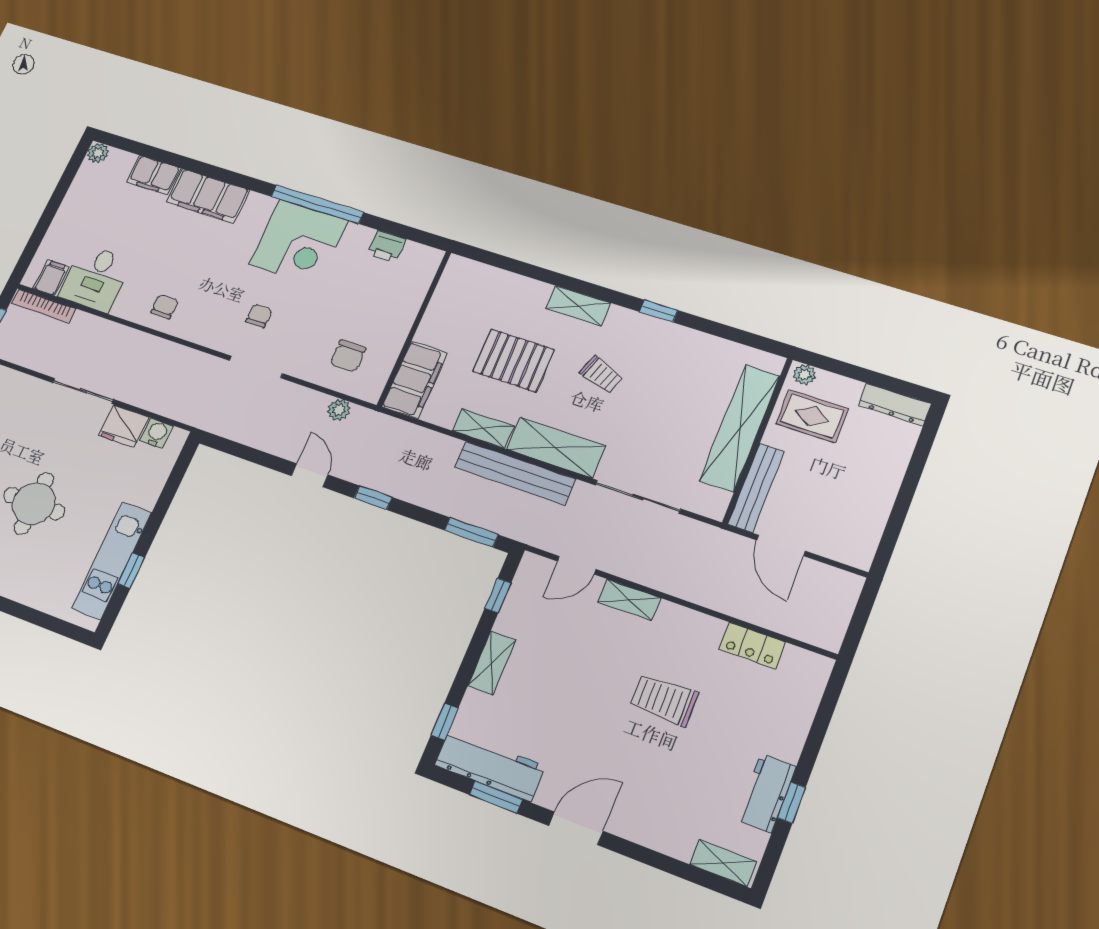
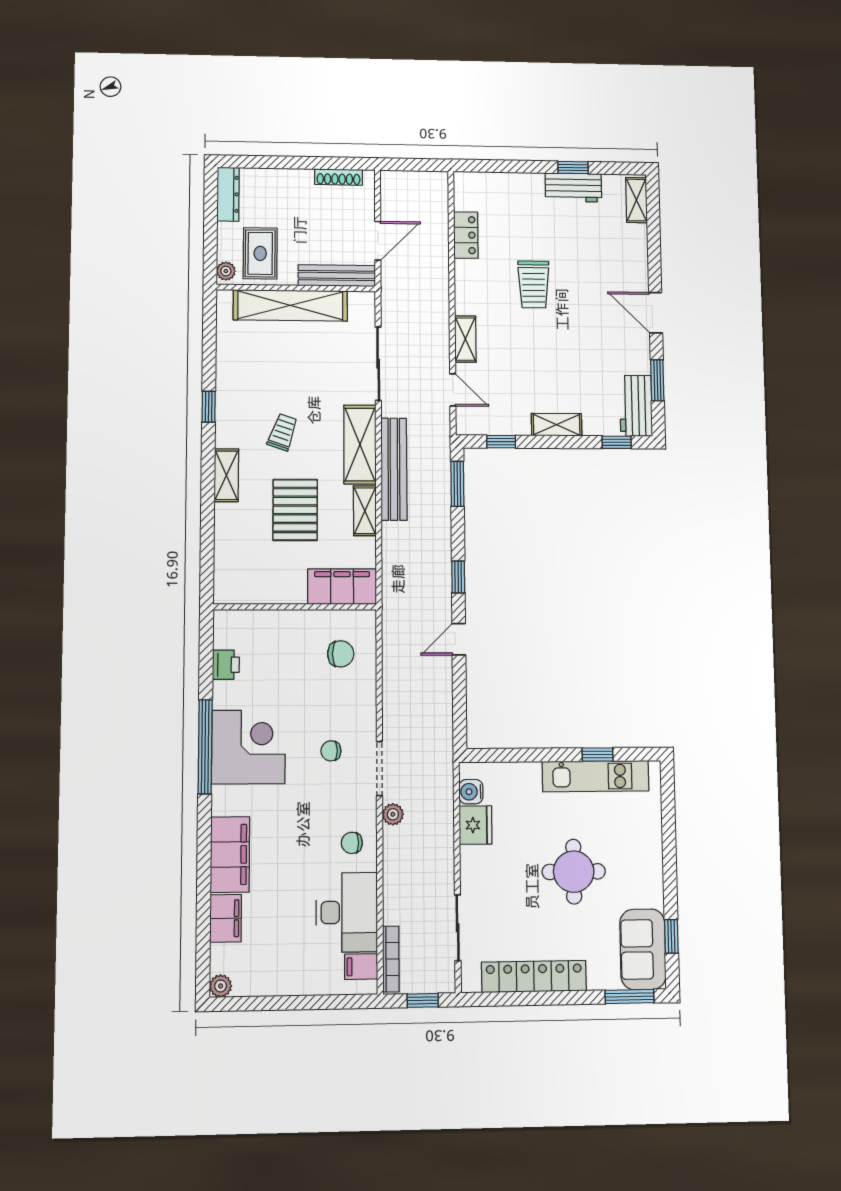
desk: (95, 278) -> (347, 912), width x1.37
doorway: (256, 367) -> (379, 769), moved
sliding door: (83, 391) -> (458, 928), moved
plant: (339, 410) -> (393, 814), moved
shoe rack: (874, 529) -> (339, 177), added
workbench: (490, 765) -> (636, 406), width x0.73

